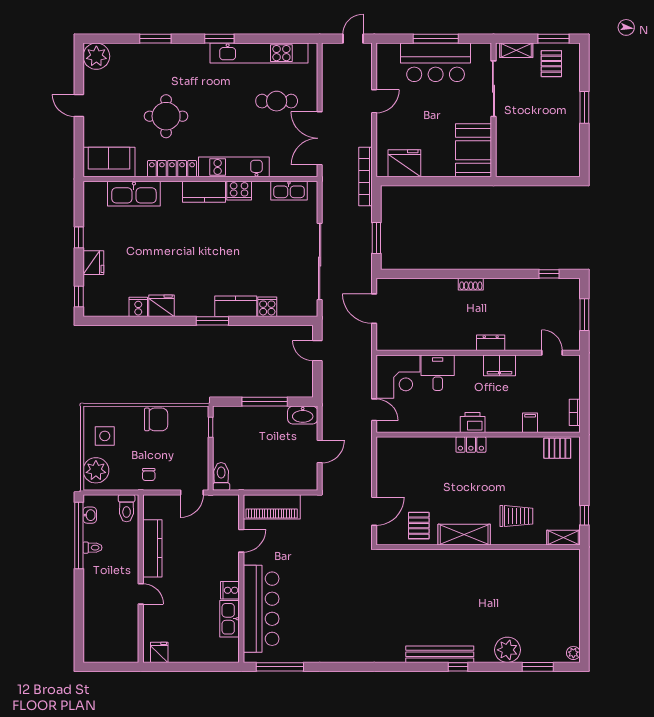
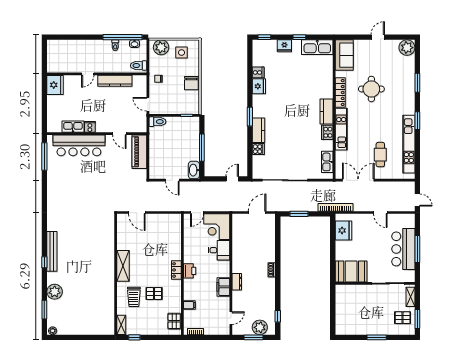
kitchen sink: (134, 194) -> (317, 47), moved, turned -90
plant: (568, 304) -> (260, 327), added
pallet: (419, 526) -> (154, 294), moved
fridge: (159, 652) -> (55, 85), width x1.88, depth x1.34

